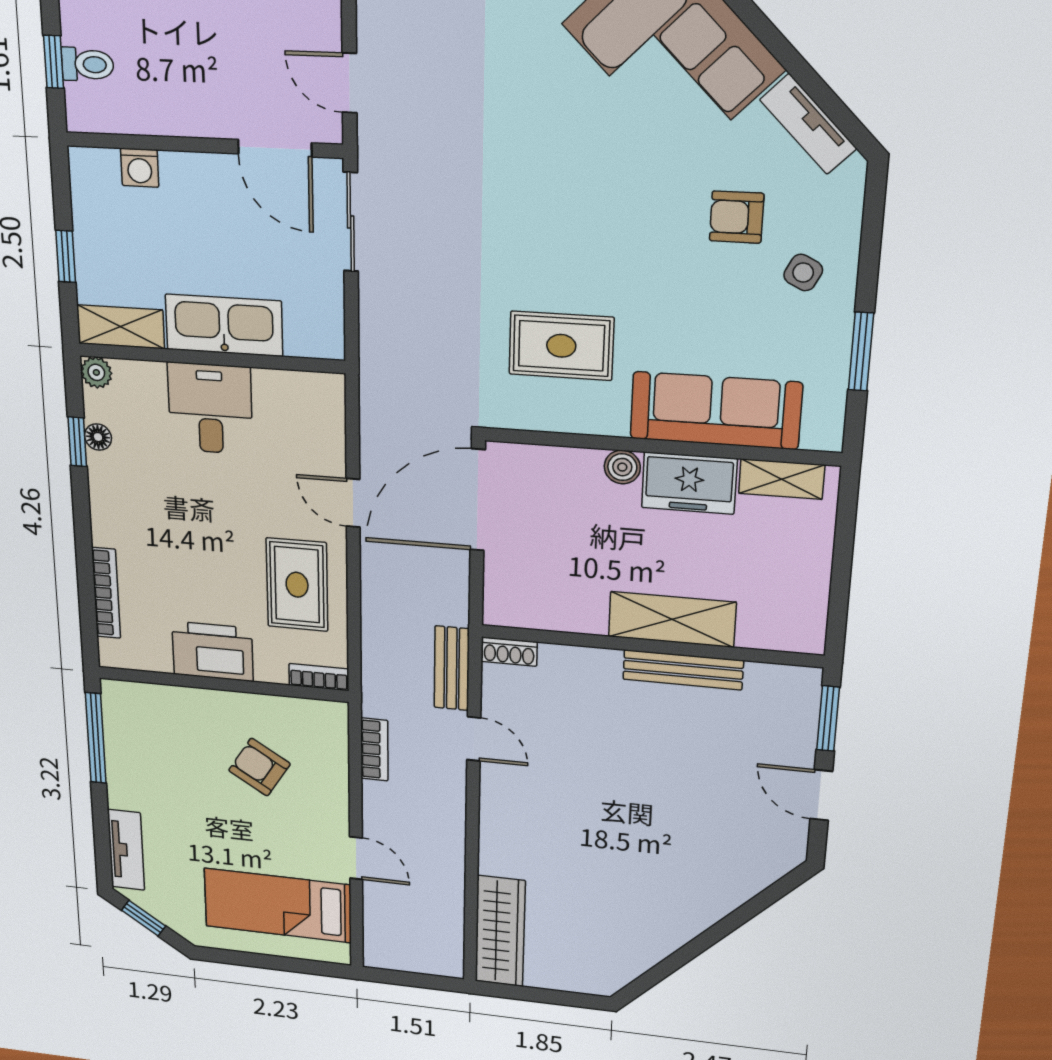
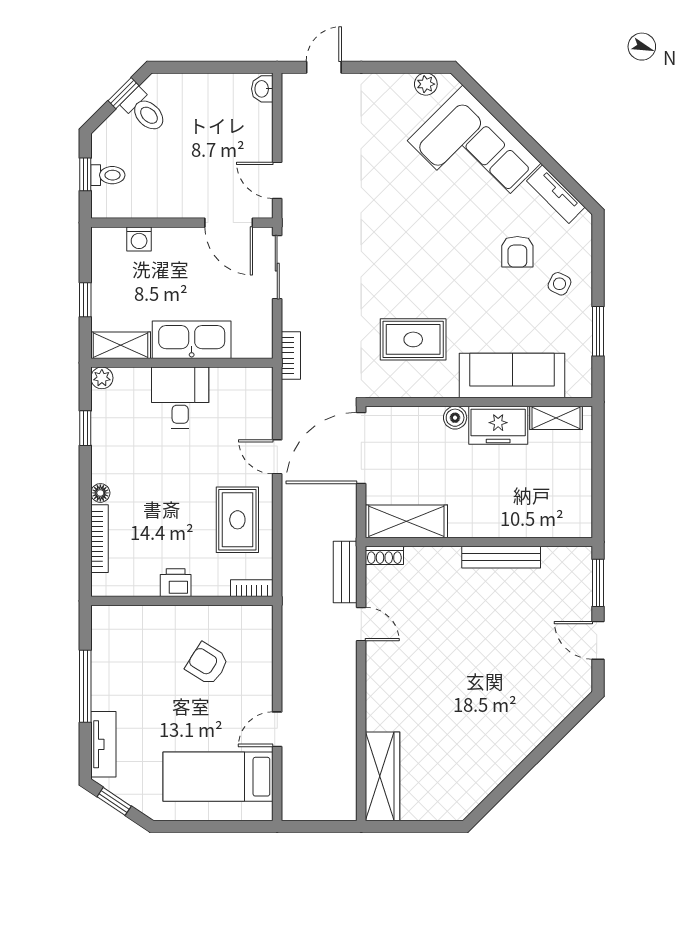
armchair: (737, 217) -> (517, 252), turned -90
floor lamp: (98, 437) -> (100, 493), moved
shelving: (672, 619) -> (406, 521), moved
printer: (213, 651) -> (176, 583), width x0.53, depth x0.68
window: (96, 738) -> (85, 686), moved
bookcase: (374, 749) -> (291, 356), moved
door: (356, 858) -> (277, 729), swing flipped

